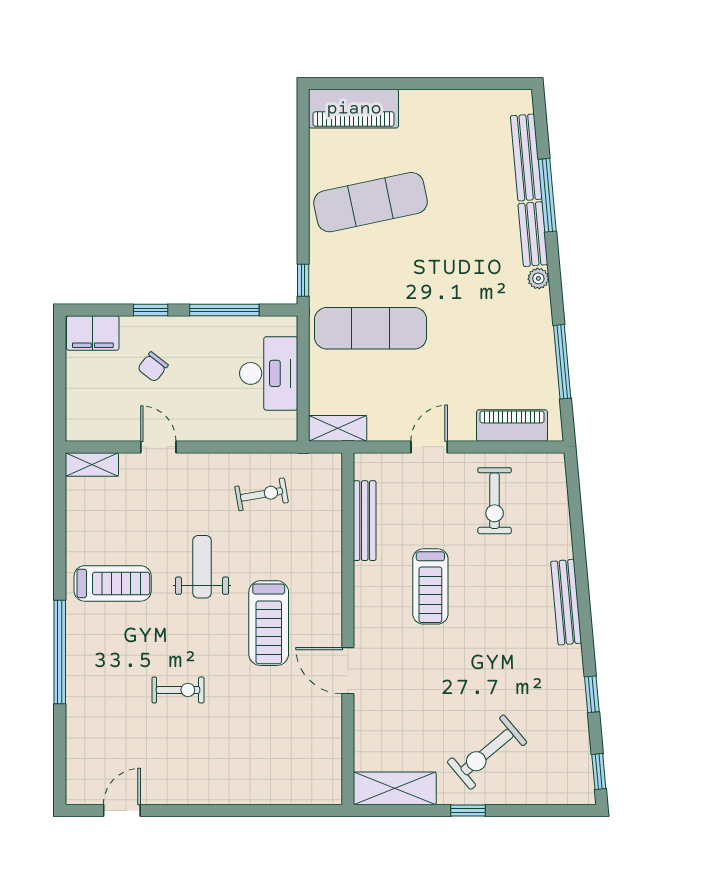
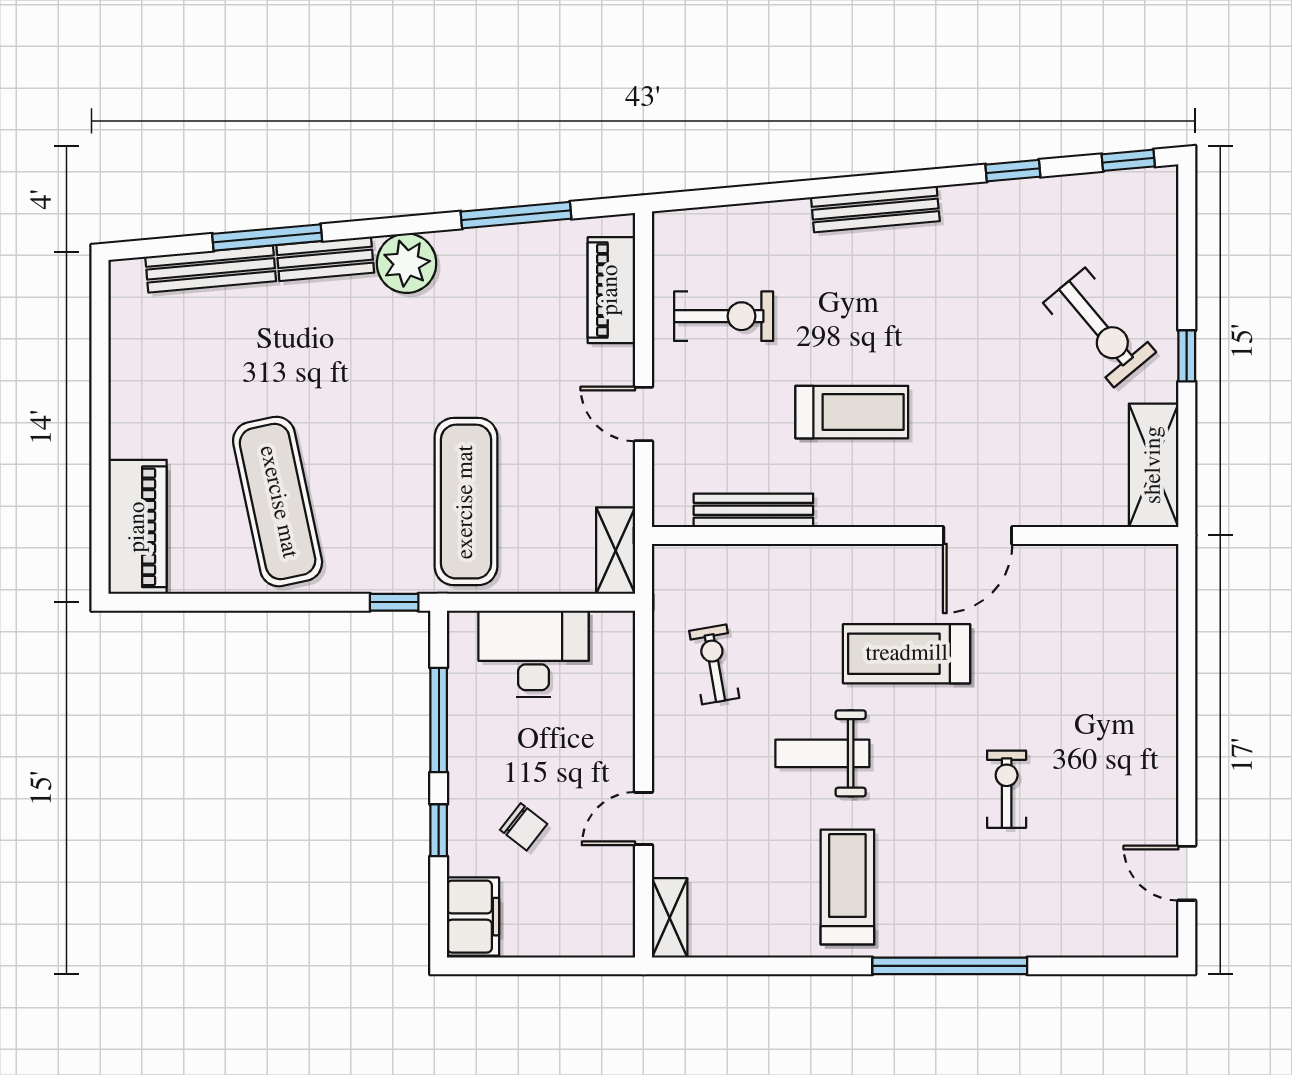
plant: (538, 278) -> (407, 263), width x1.88, depth x1.88
treadmill: (269, 623) -> (907, 654), turned 180

